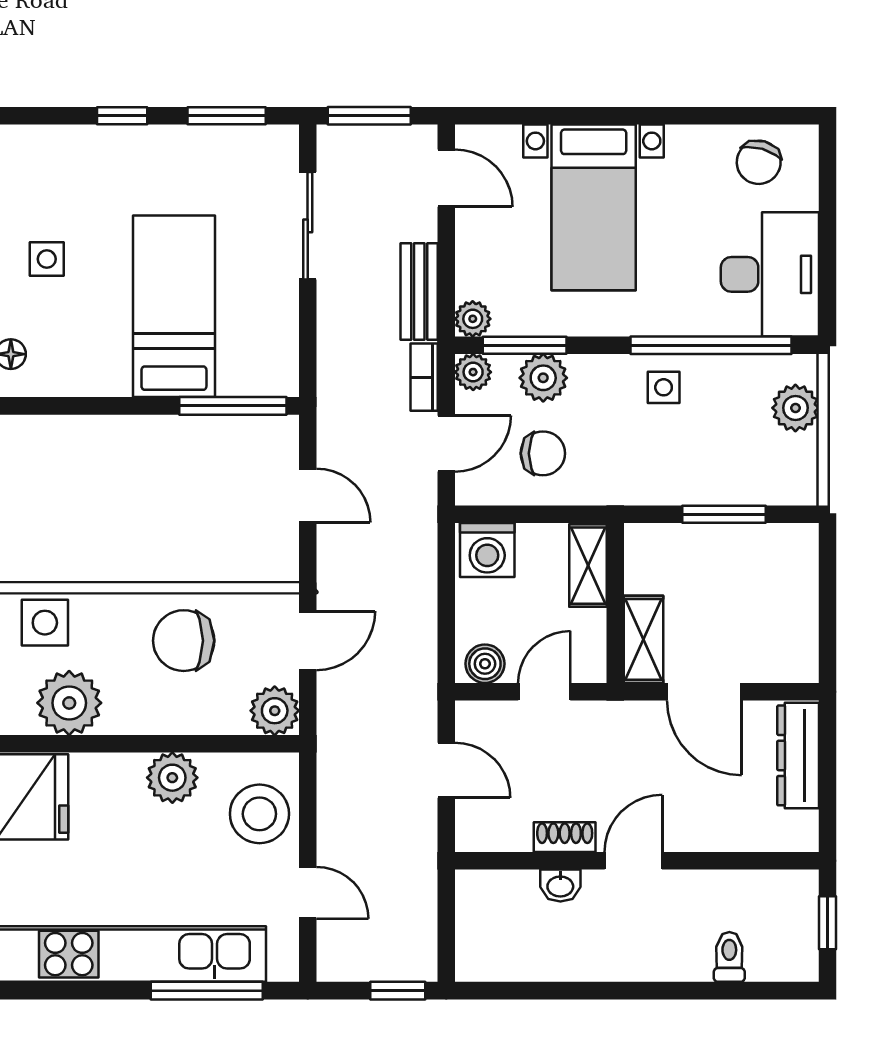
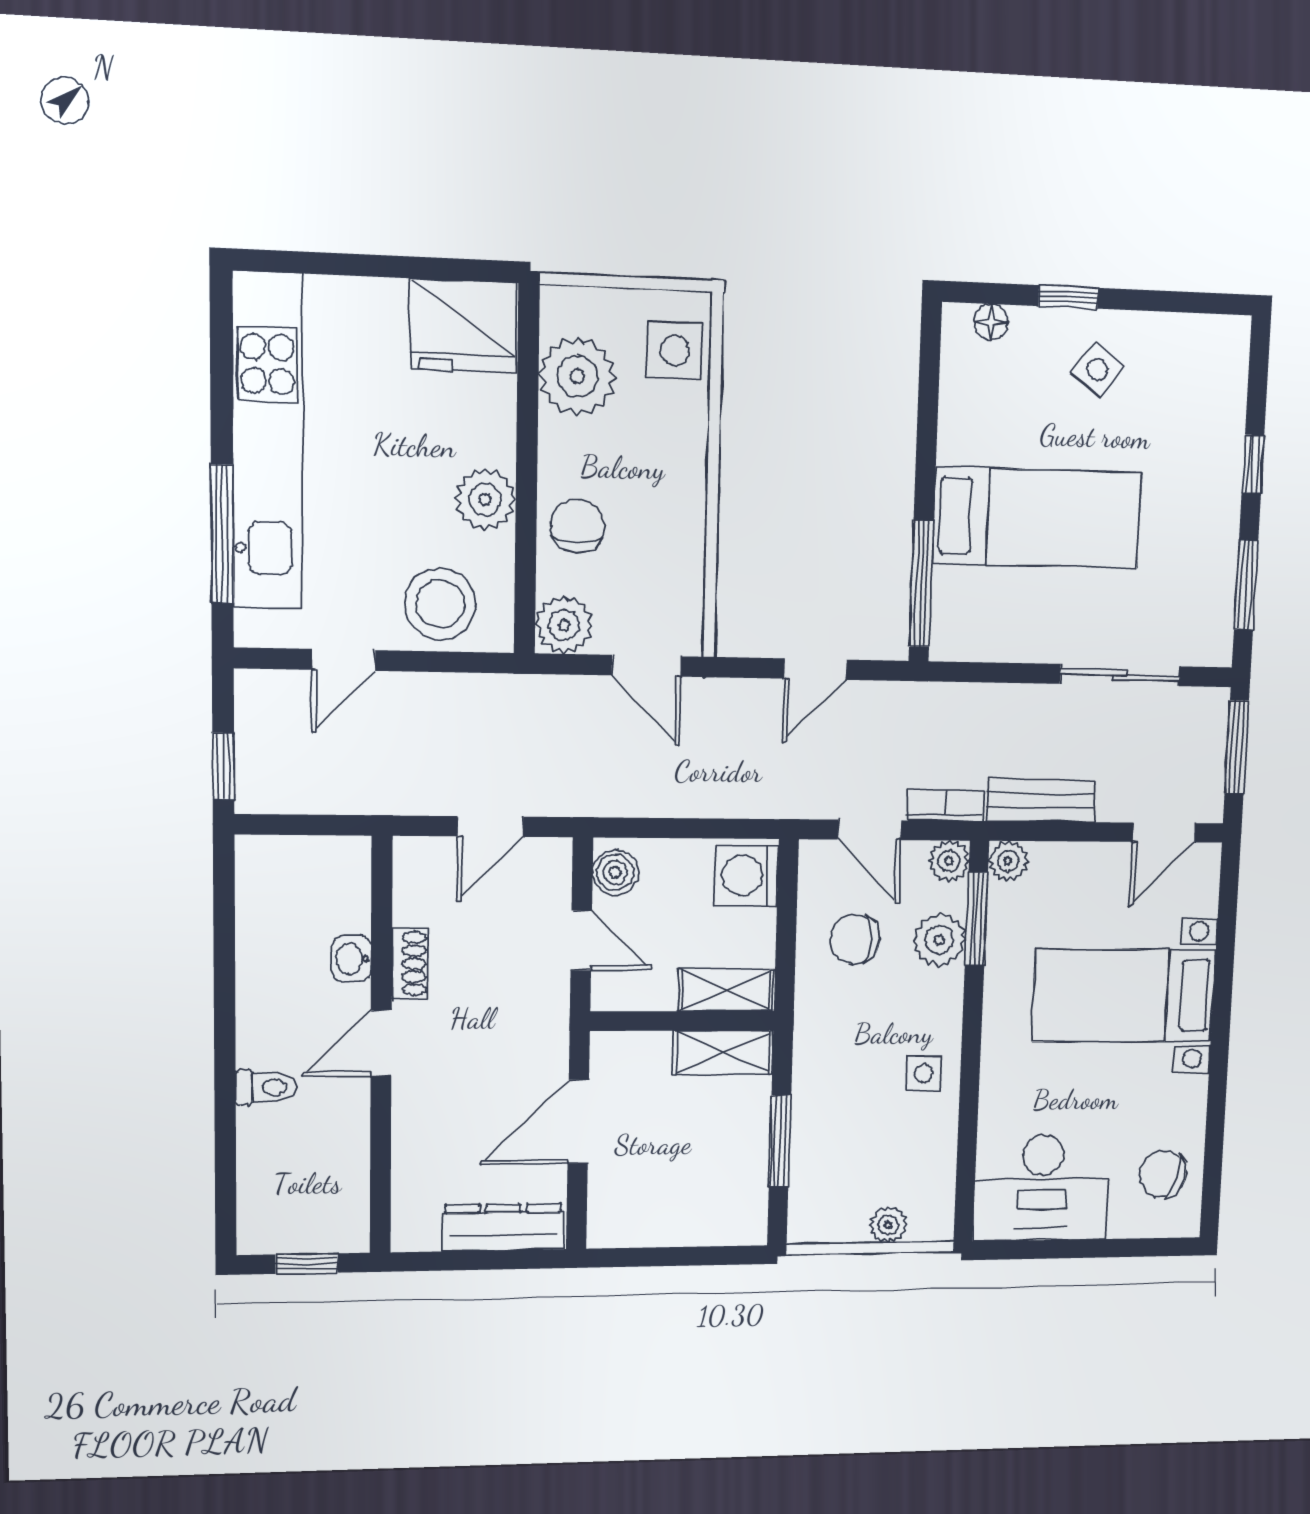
side table: (47, 259) -> (1098, 370), turned 37
window: (711, 345) -> (968, 1125), removed
plant: (795, 408) -> (888, 1225), width x0.73, depth x0.73
chair: (543, 453) -> (855, 939), turned 90
shelving: (644, 639) -> (723, 1052), moved
chair: (184, 641) -> (577, 526), moved, width x0.73, depth x0.73
door: (633, 861) -> (381, 1043), swing flipped
toilet: (729, 957) -> (266, 1087), moved

